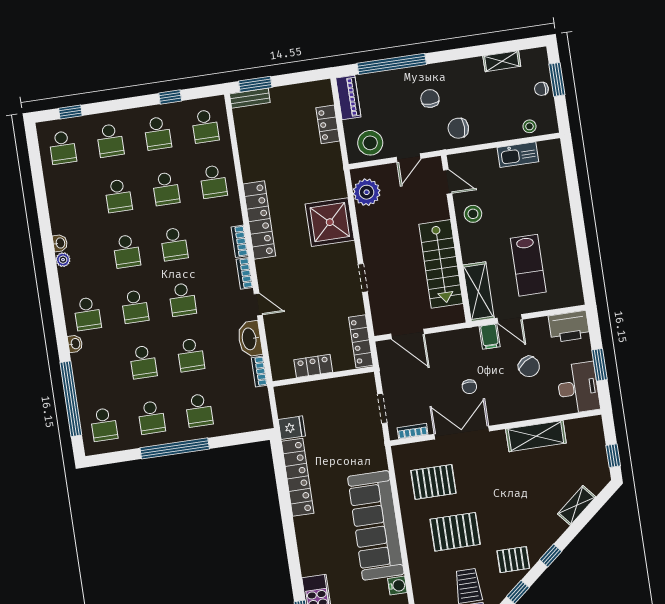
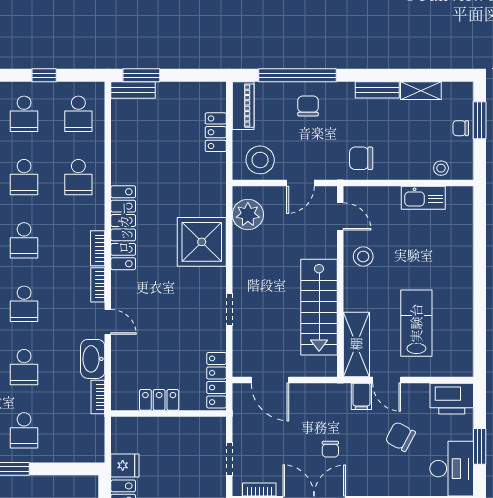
bench: (463, 66) -> (377, 90), added
chair: (430, 98) -> (308, 106), moved
lab bench: (528, 265) -> (416, 323), turned 180
chair: (529, 366) -> (400, 437), turned 152

